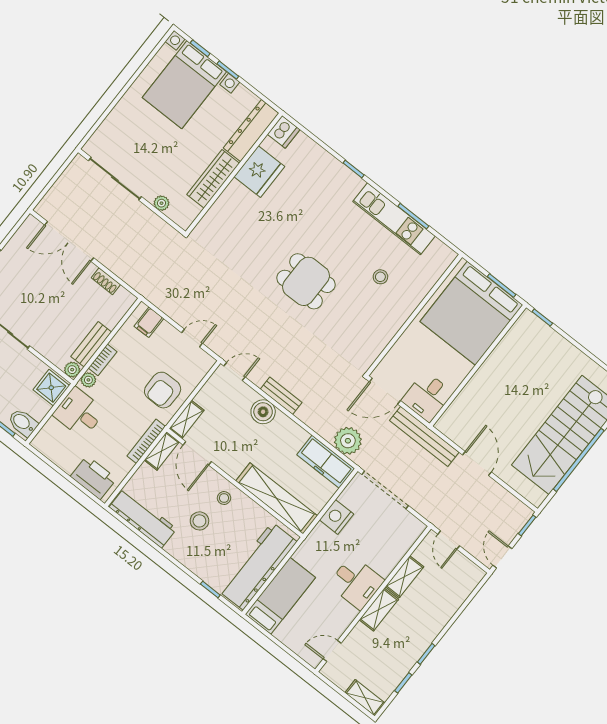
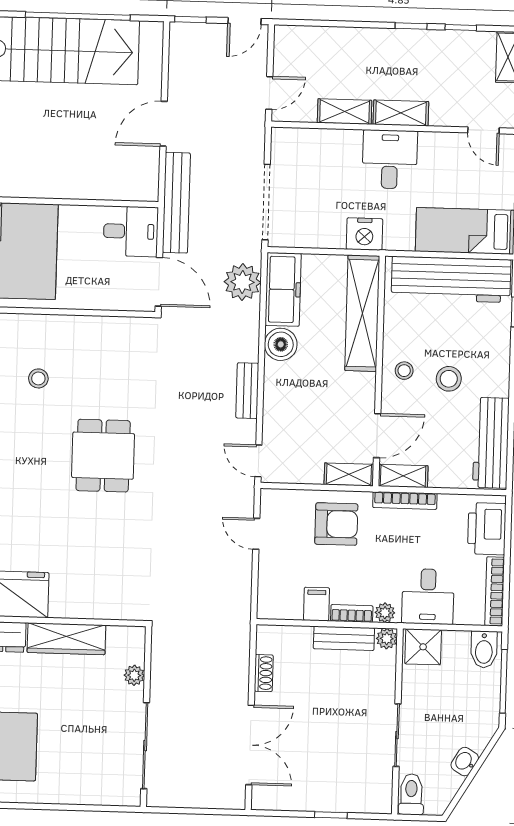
filing cabinet: (149, 322) -> (316, 604), moved, turned -90
boiler: (263, 412) -> (281, 344), moved
bookcase: (53, 455) -> (495, 591), added
nightstand: (337, 517) -> (364, 234), moved

